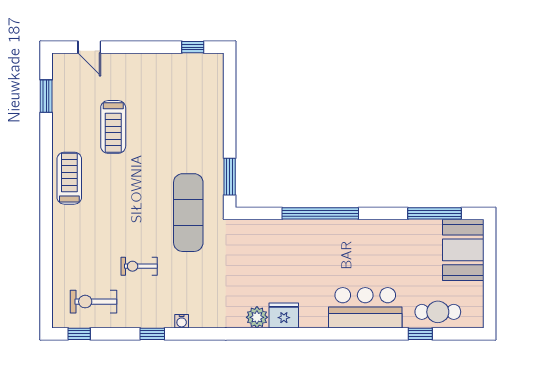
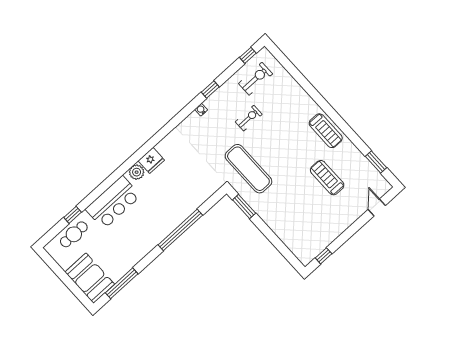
door: (89, 47) -> (377, 207), hinge flipped
plant: (257, 317) -> (137, 172), moved

